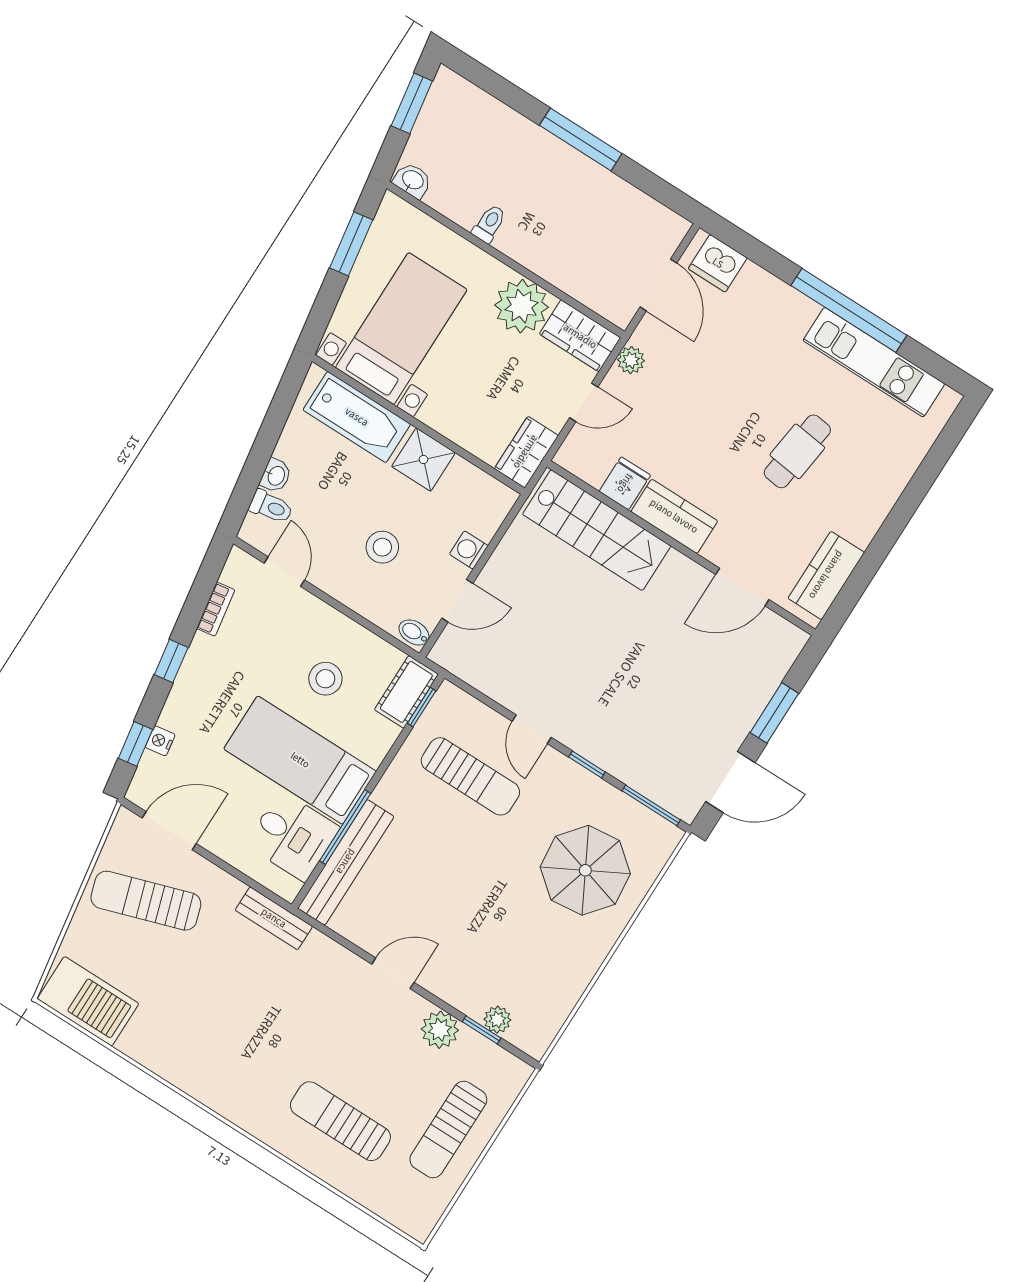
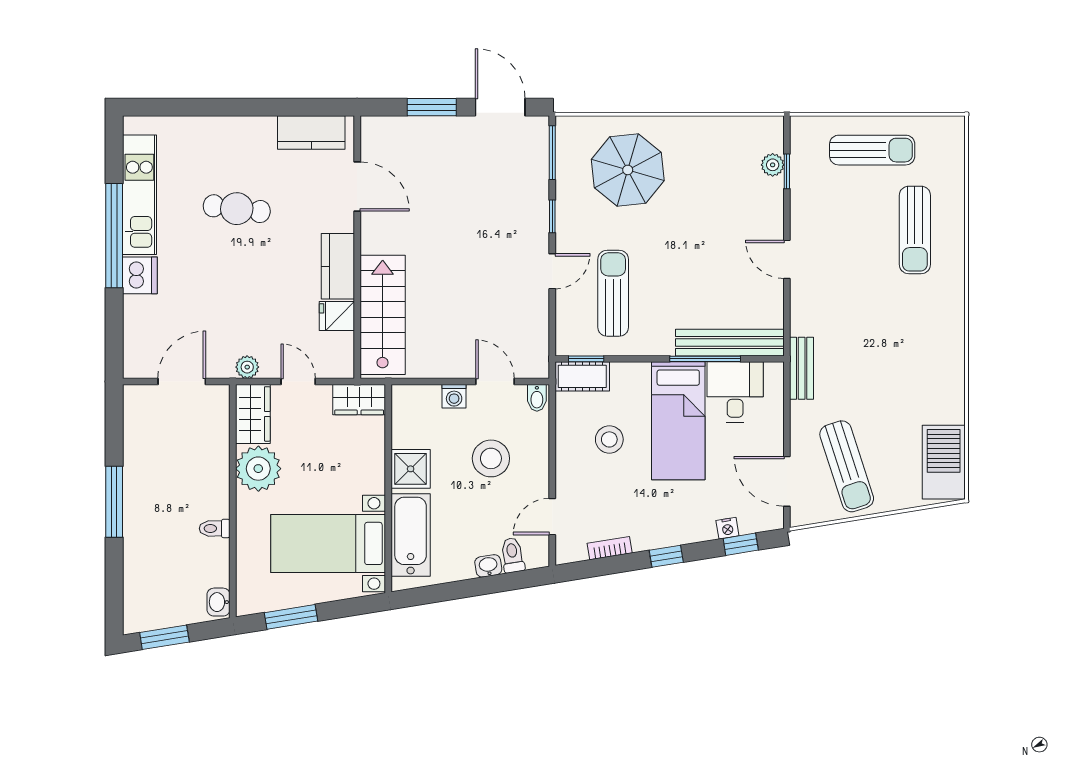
dishwasher: (718, 263) -> (140, 275), moved
stool: (382, 547) -> (491, 458), width x1.38, depth x1.38
plant: (440, 1030) -> (806, 201), removed

